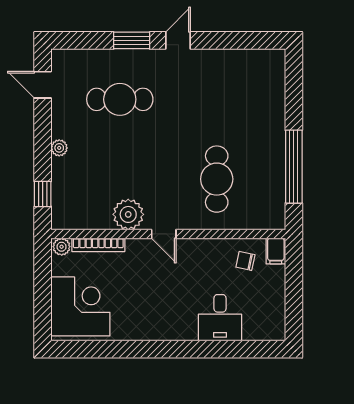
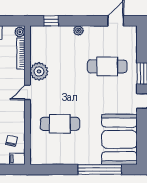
booth: (243, 79) -> (119, 139), added
cafe table: (120, 99) -> (107, 66), turned 90
window: (294, 167) -> (100, 169), moved

